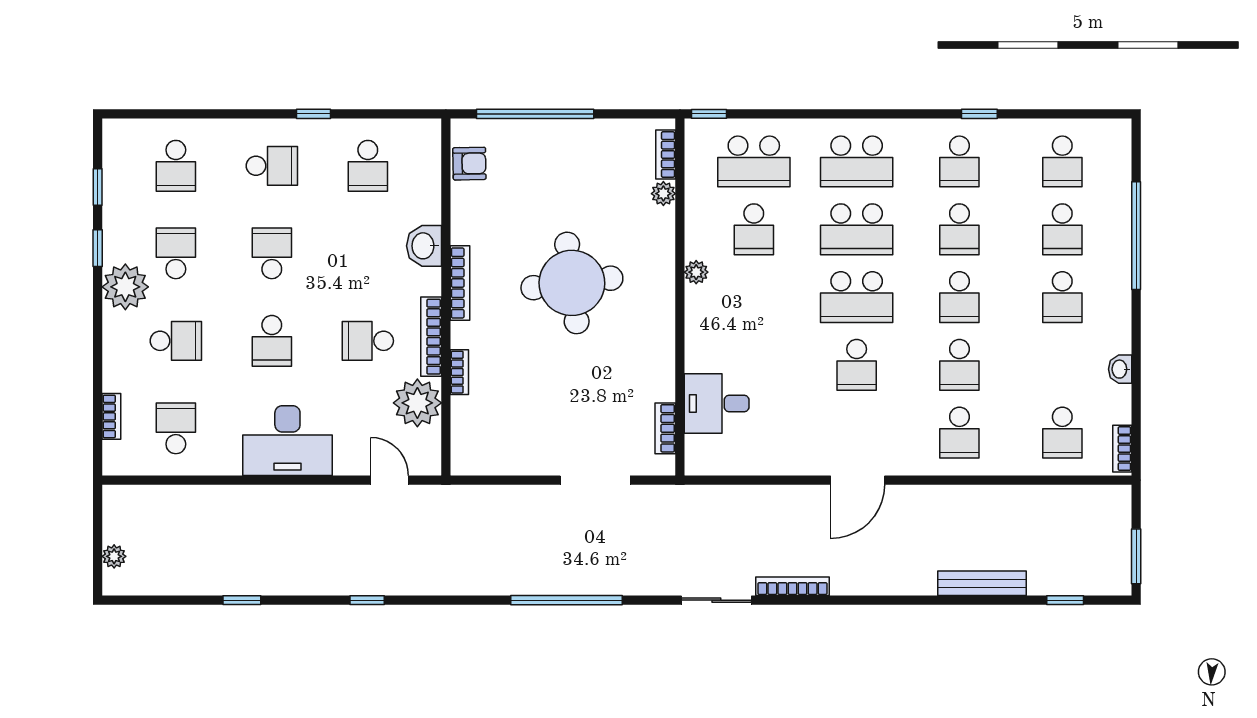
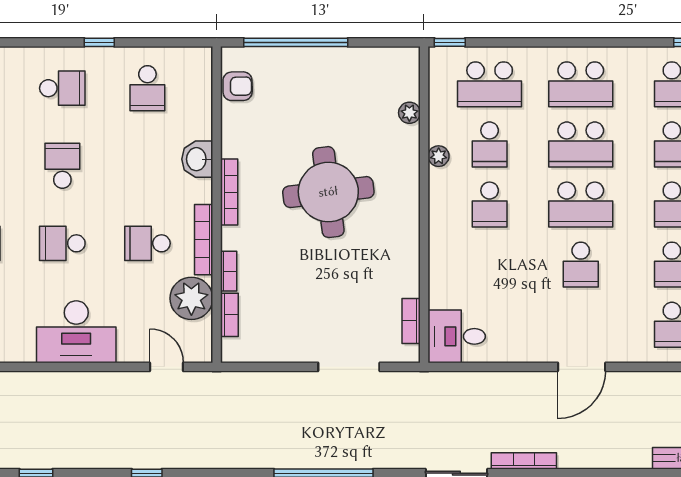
bookcase: (666, 155) -> (229, 315), moved, turned 180
plant: (696, 272) -> (439, 156), moved
school desk: (754, 297) -> (490, 205), added
school desk: (272, 341) -> (62, 243), turned 90
desk: (717, 404) -> (457, 336), moved

